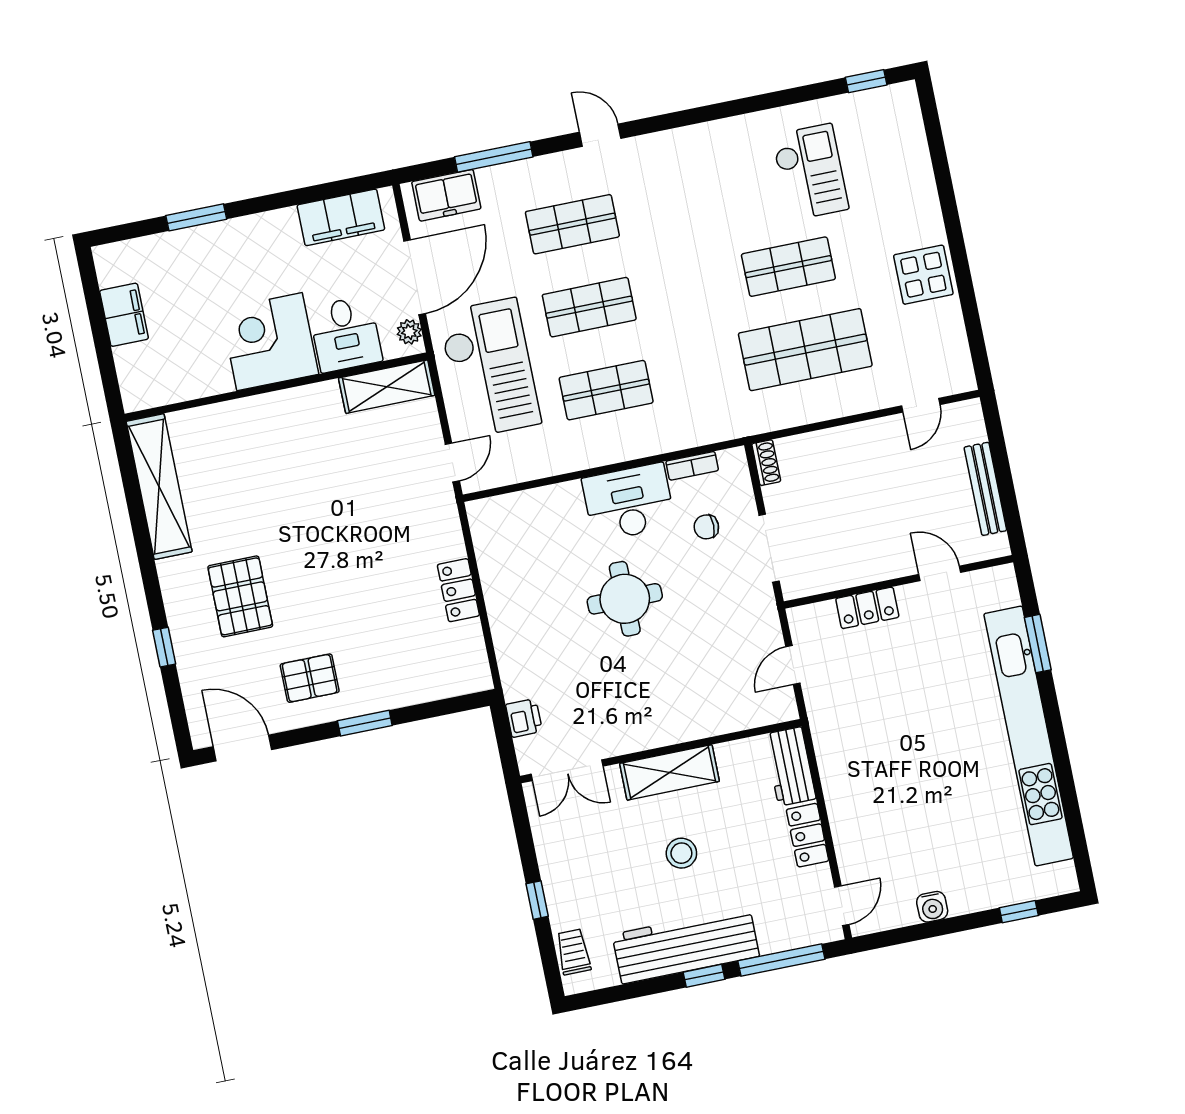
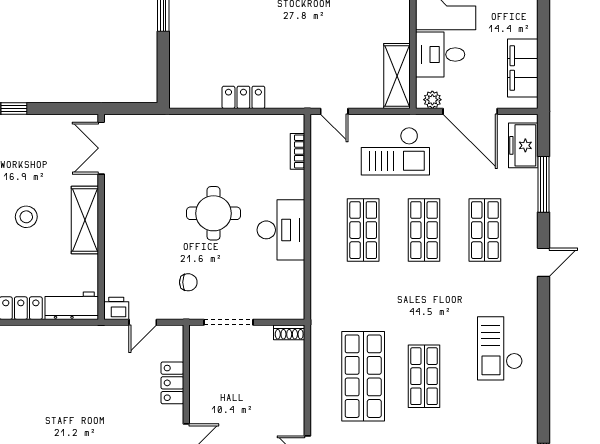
checkout: (810, 172) -> (500, 348), moved, turned 90
checkout: (490, 368) -> (395, 151), width x0.73, depth x0.83
bookcase: (692, 466) -> (298, 151), moved
chair: (706, 527) -> (188, 282), moved, turned 90
door: (793, 665) -> (143, 322), swing flipped
printer: (524, 718) -> (116, 308), moved, turned 180

